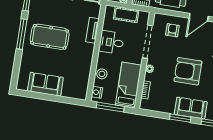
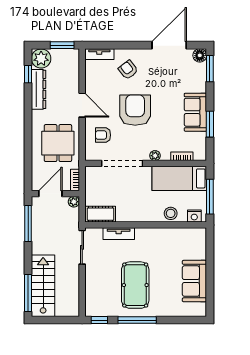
cot: (126, 15) -> (101, 214), moved, turned 90
desk: (111, 42) -> (130, 208), removed
armchair: (188, 71) -> (135, 110), moved, turned 180
sofa: (191, 108) -> (195, 112), moved
window: (180, 118) -> (210, 124), moved

